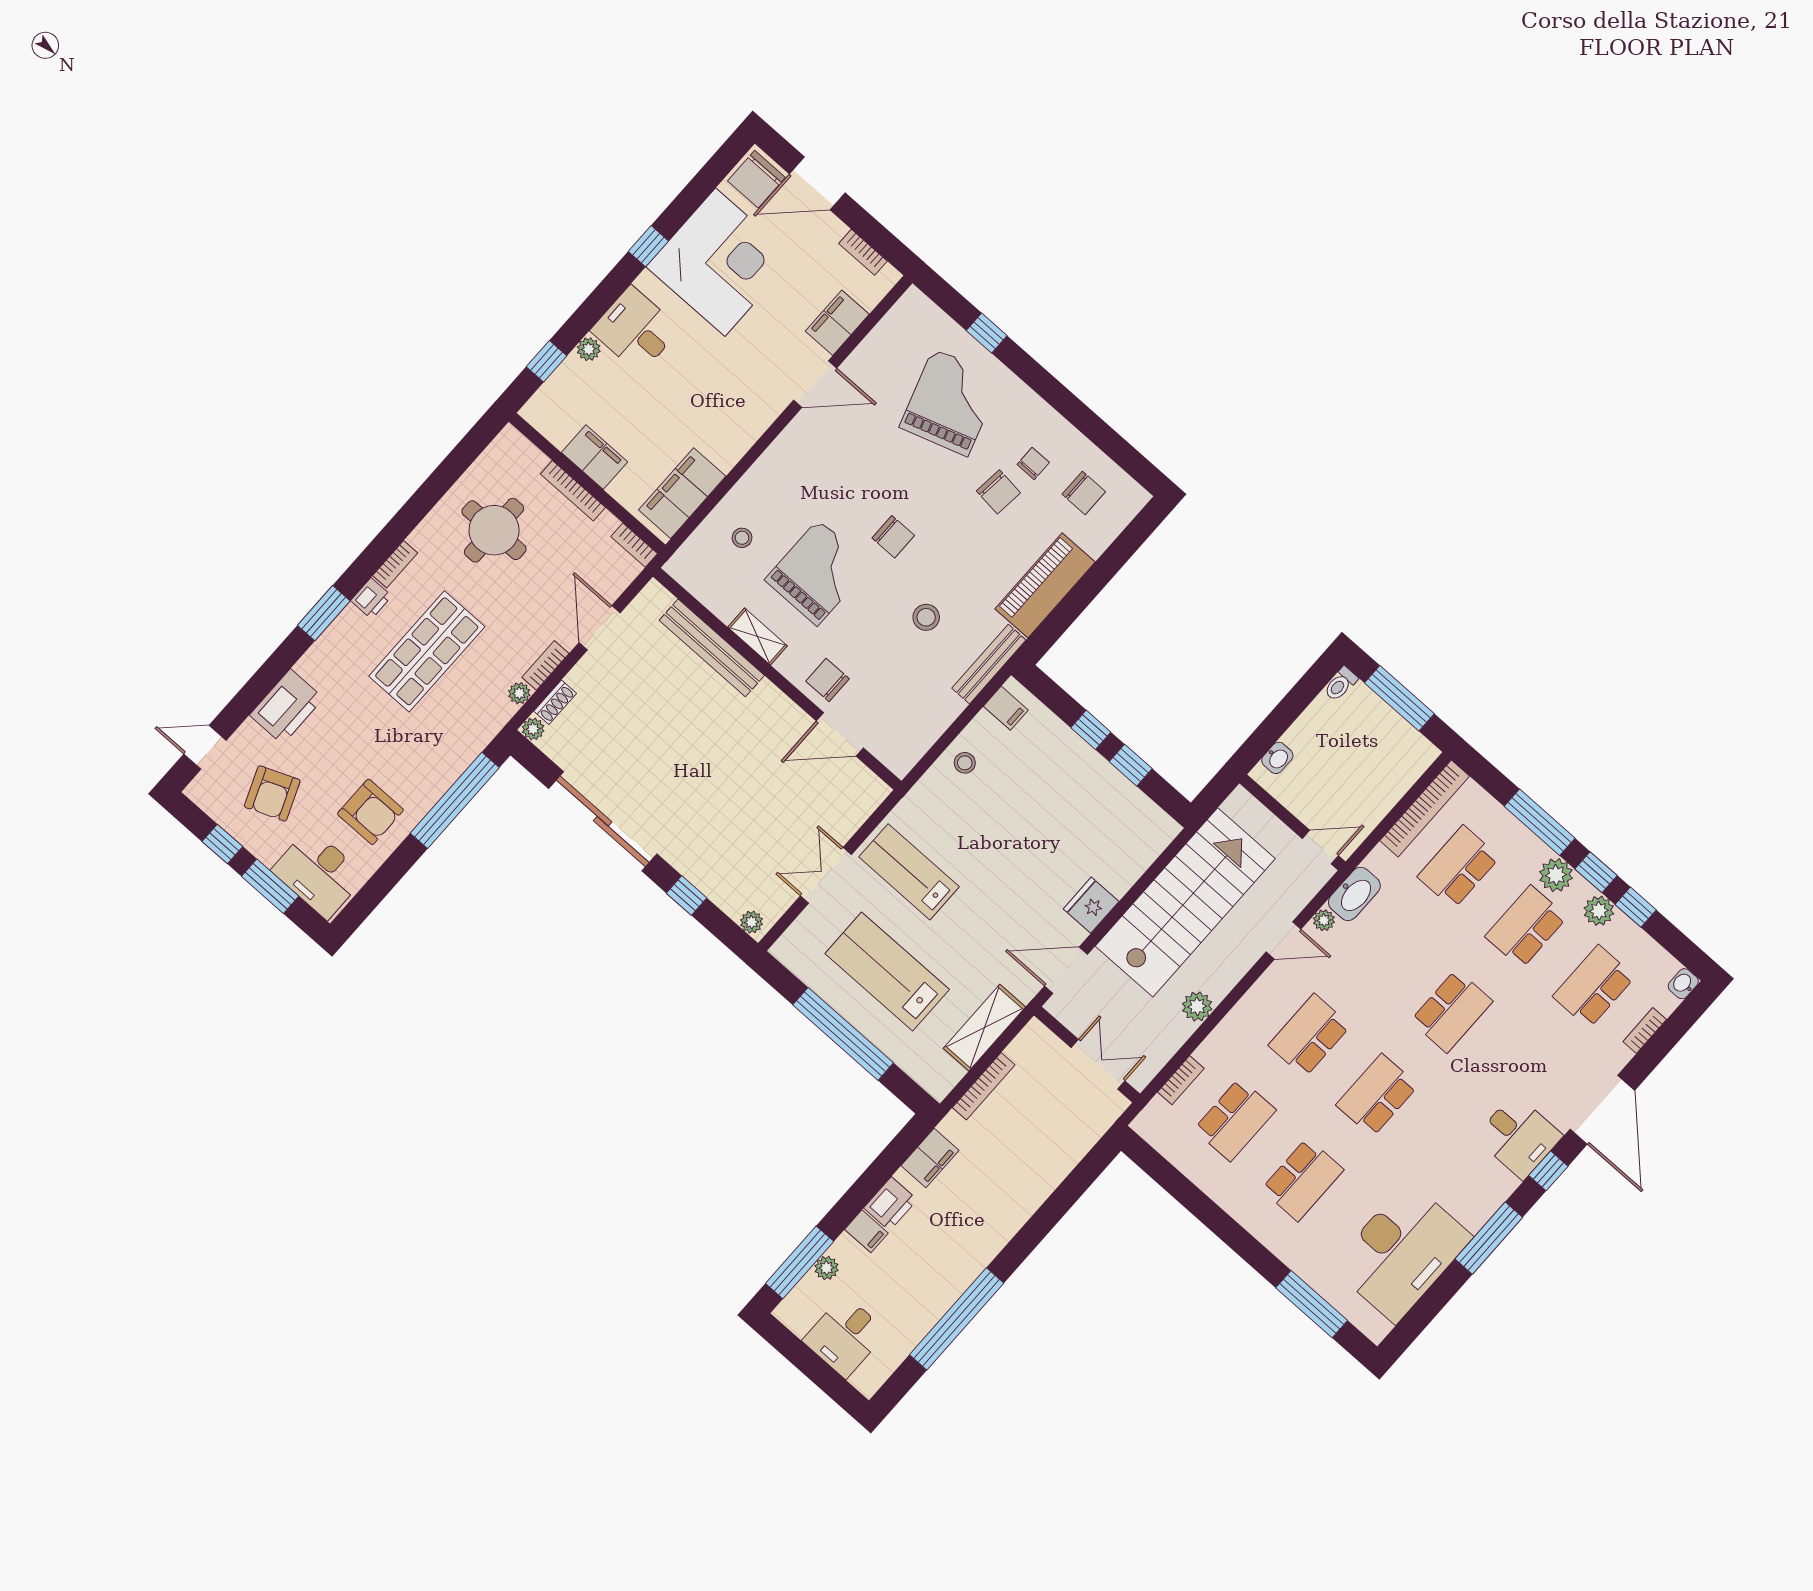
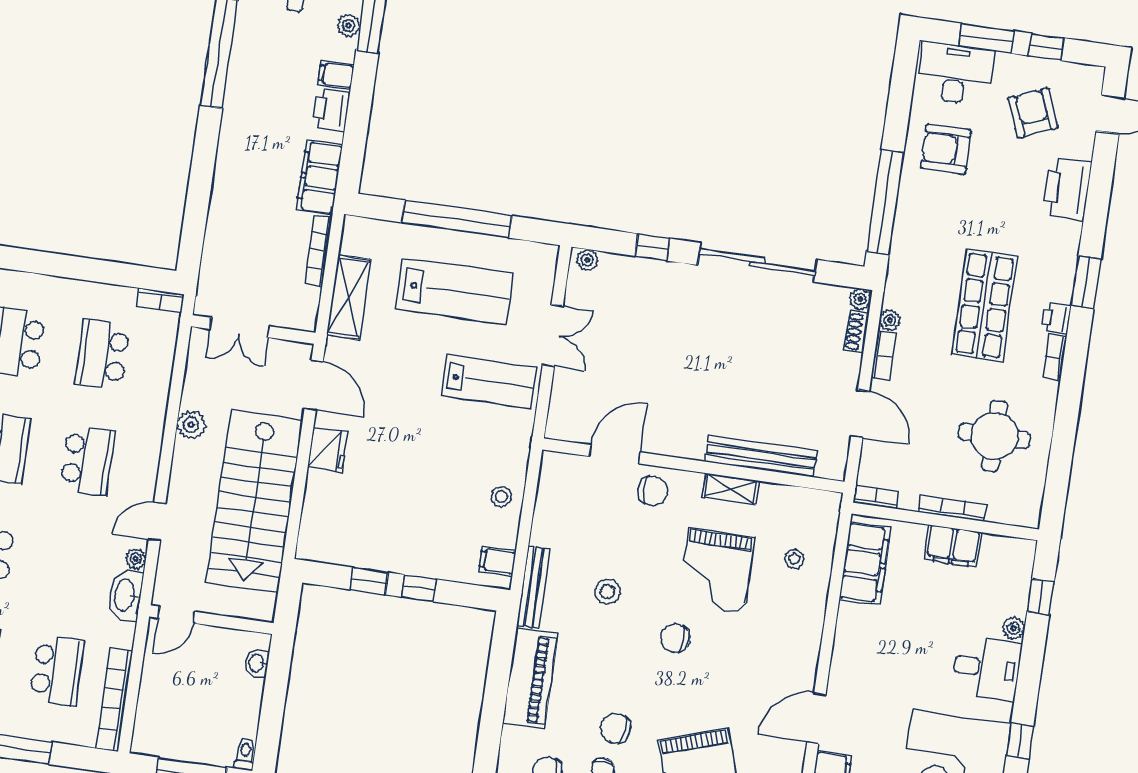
door: (1066, 970) -> (314, 385), hinge flipped
bookcase: (1181, 1080) -> (160, 300), moved, turned -90
filing cabinet: (930, 1158) -> (319, 177), width x1.50, depth x1.17

